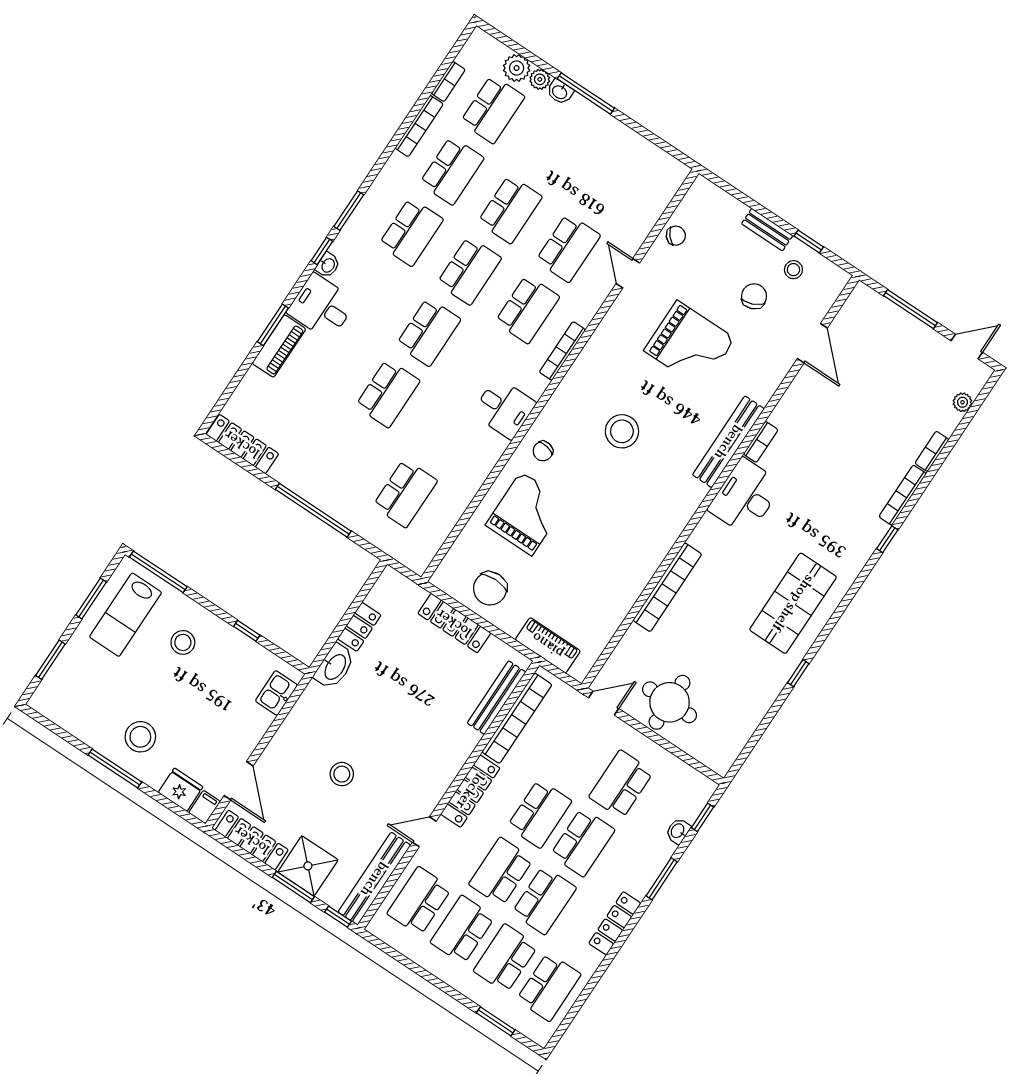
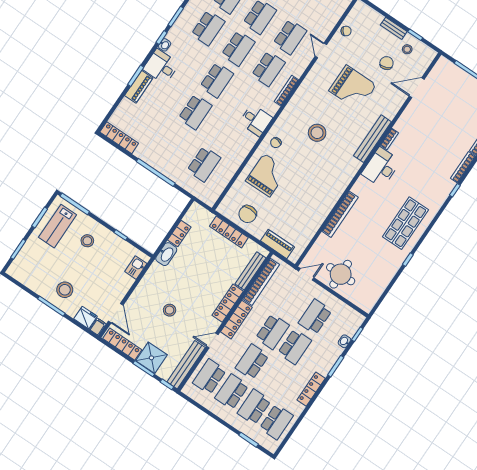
door: (812, 343) -> (417, 88), swing flipped
locker: (453, 760) -> (228, 303), added
school desk: (544, 900) -> (274, 377), removed

